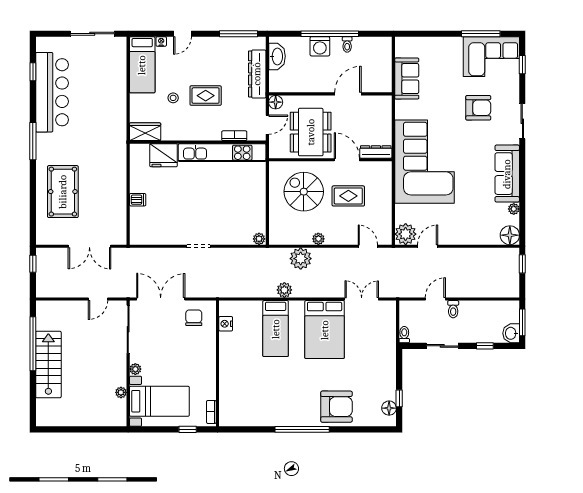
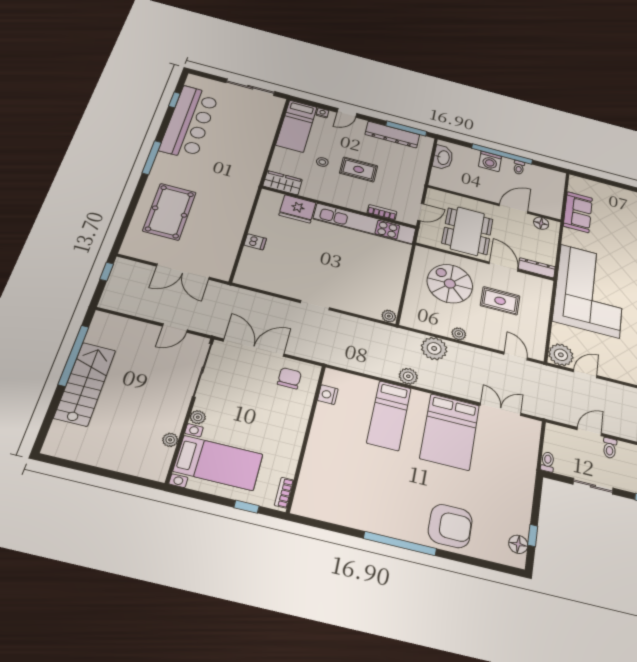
dresser: (257, 74) -> (392, 135), moved, turned -90
floor lamp: (276, 102) -> (541, 223), moved

